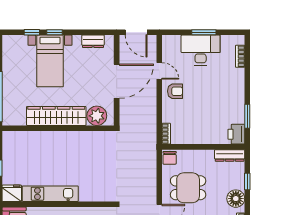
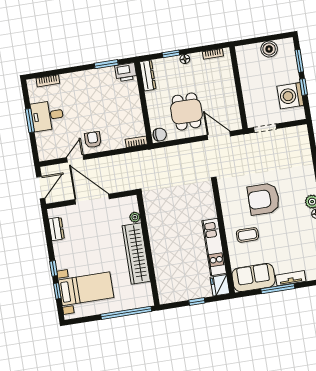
desk: (201, 50) -> (47, 116), width x0.73
bed with nightstands: (50, 61) -> (86, 289), moved
plant: (97, 116) -> (135, 217), width x0.53, depth x0.53
floor lamp: (236, 199) -> (185, 59), width x0.53, depth x0.53

